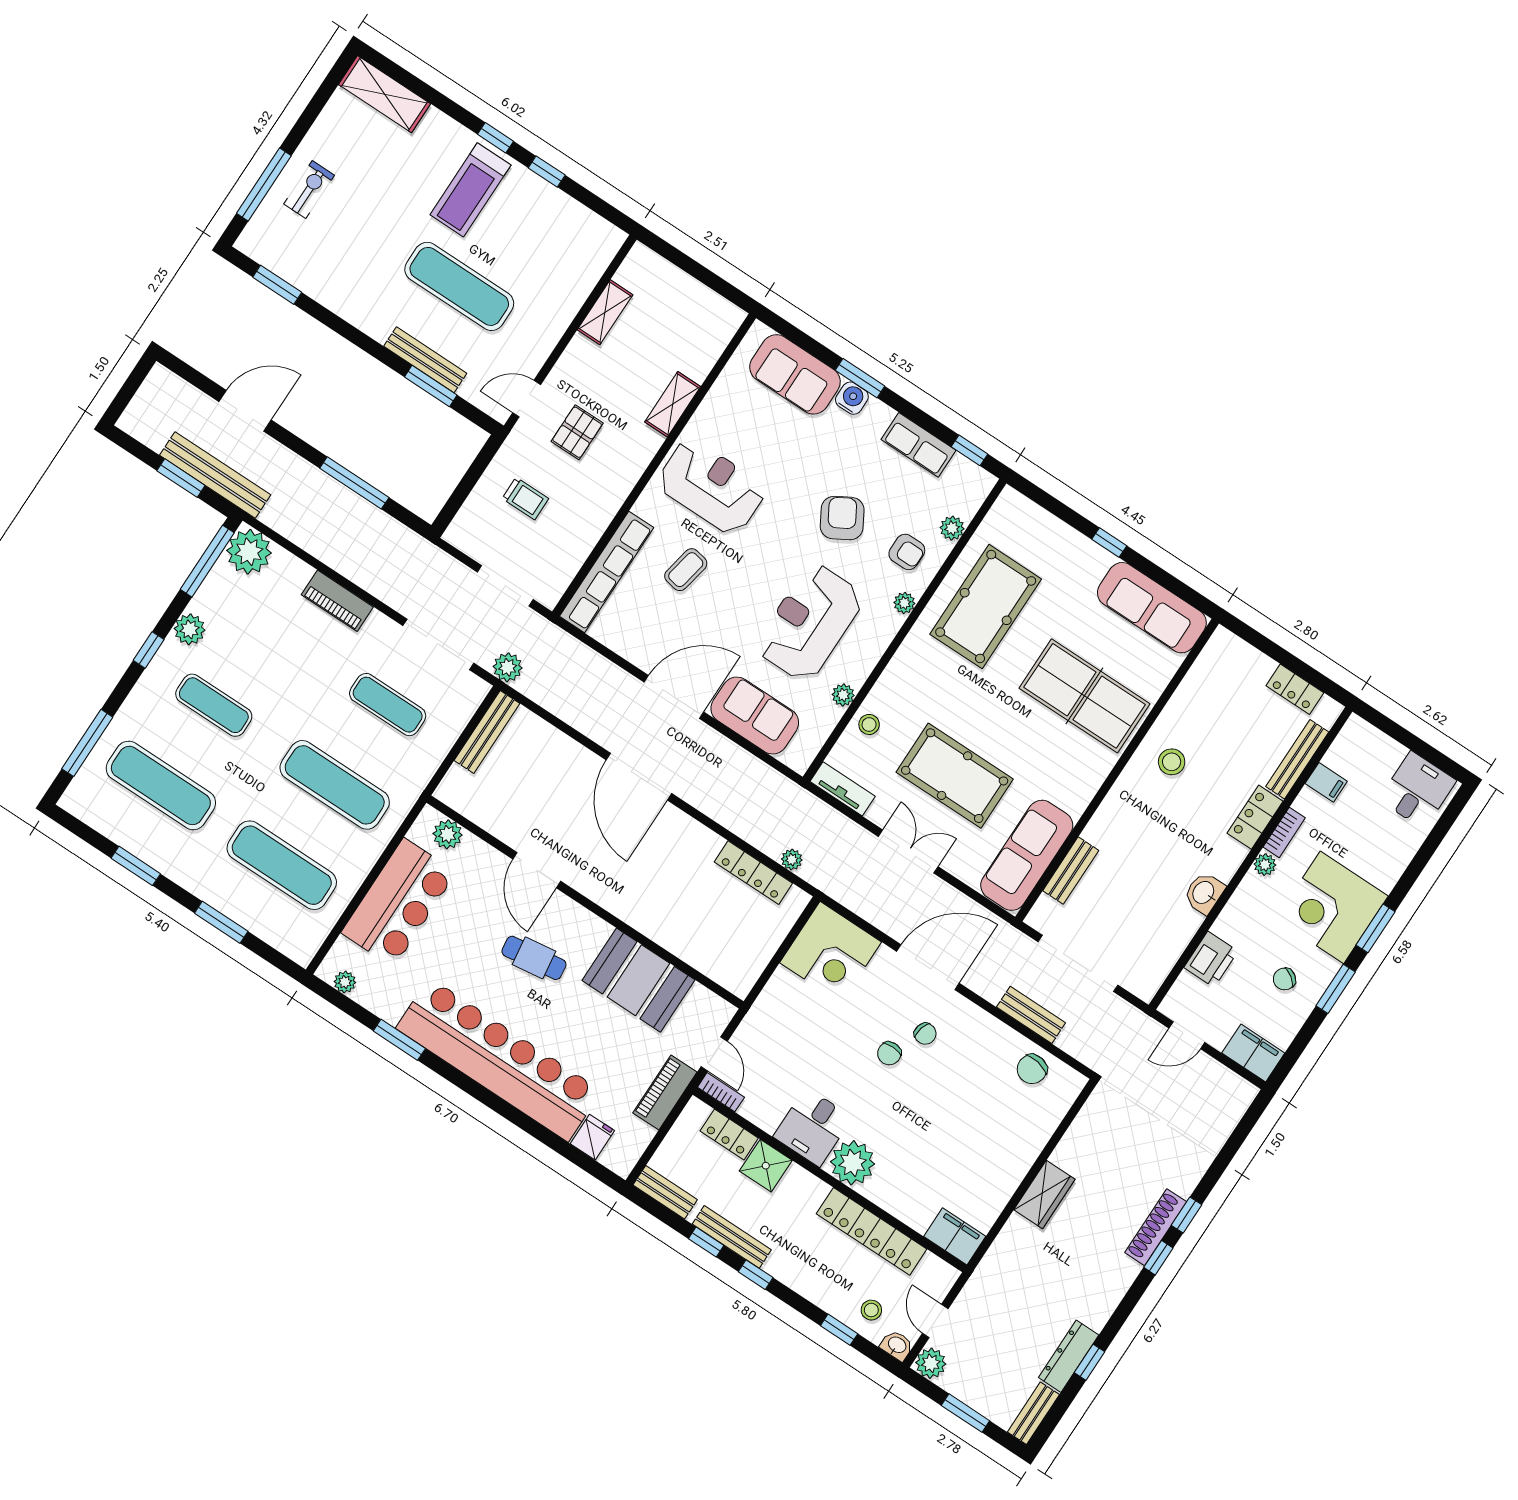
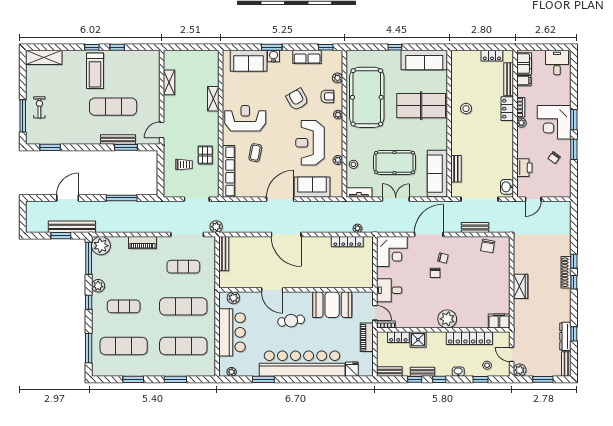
pallet: (577, 432) -> (205, 155), moved
pool table: (986, 607) -> (367, 97), width x1.36, depth x1.32
washbasin: (1204, 893) -> (507, 187), moved
filing cabinet: (1253, 1053) -> (524, 63), moved, turned 90
desk: (813, 1127) -> (389, 290), moved, turned 90
bench: (732, 1237) -> (422, 372), width x0.73
washbasin: (897, 1345) -> (458, 372), moved

